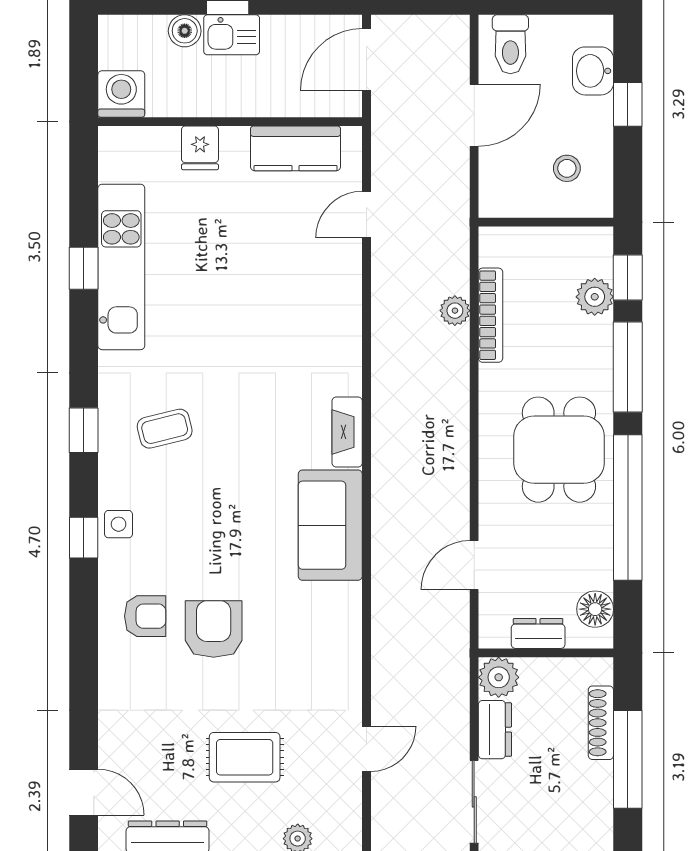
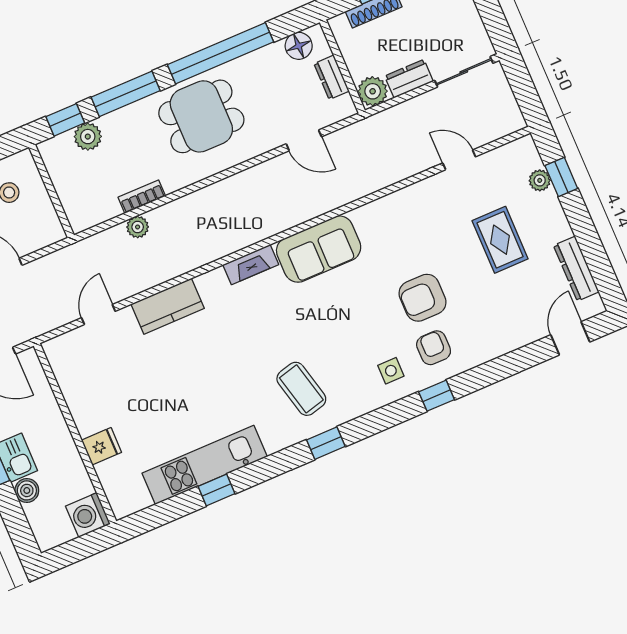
kitchen counter: (296, 148) -> (168, 306), moved, turned 90
door: (366, 215) -> (98, 314), swing flipped
bookcase: (491, 315) -> (142, 197), width x0.64
coffee table: (165, 429) -> (301, 389), width x1.36, depth x1.30
side table: (119, 524) -> (391, 371), moved
window: (84, 538) -> (437, 396), moved

